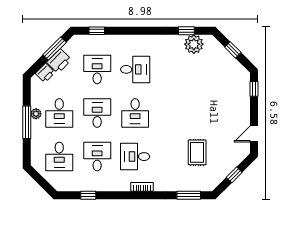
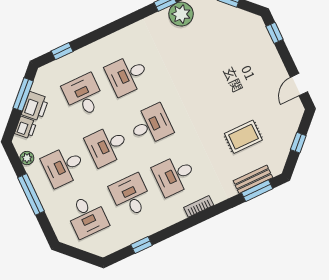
desk: (135, 69) -> (127, 75), turned 180
desk: (59, 113) -> (63, 166), turned 90
desk: (97, 113) -> (107, 146), turned -90
desk: (135, 113) -> (151, 125), turned -90
plant: (36, 114) -> (27, 158), moved
rug: (197, 152) -> (243, 137), turned 90
bench: (190, 186) -> (253, 179), added

